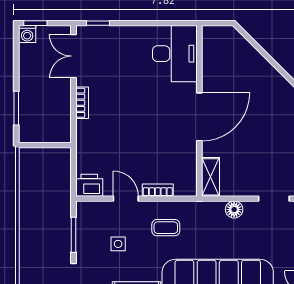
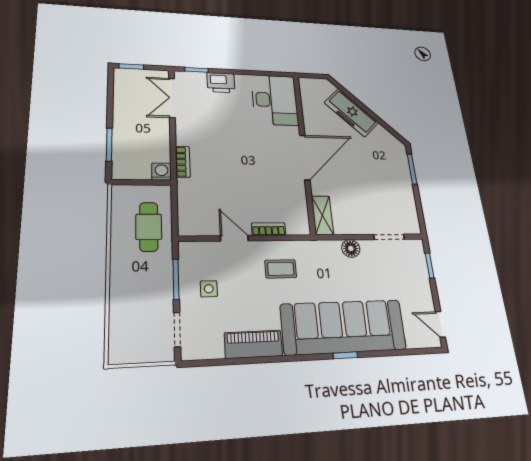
washing machine: (27, 34) -> (161, 172), moved, turned 180
freezer: (254, 65) -> (351, 113), added
bookcase: (82, 103) -> (183, 162), moved
printer: (89, 185) -> (221, 83), moved, turned 180
cafe table: (51, 187) -> (149, 227), added
side table: (118, 244) -> (209, 289), moved

